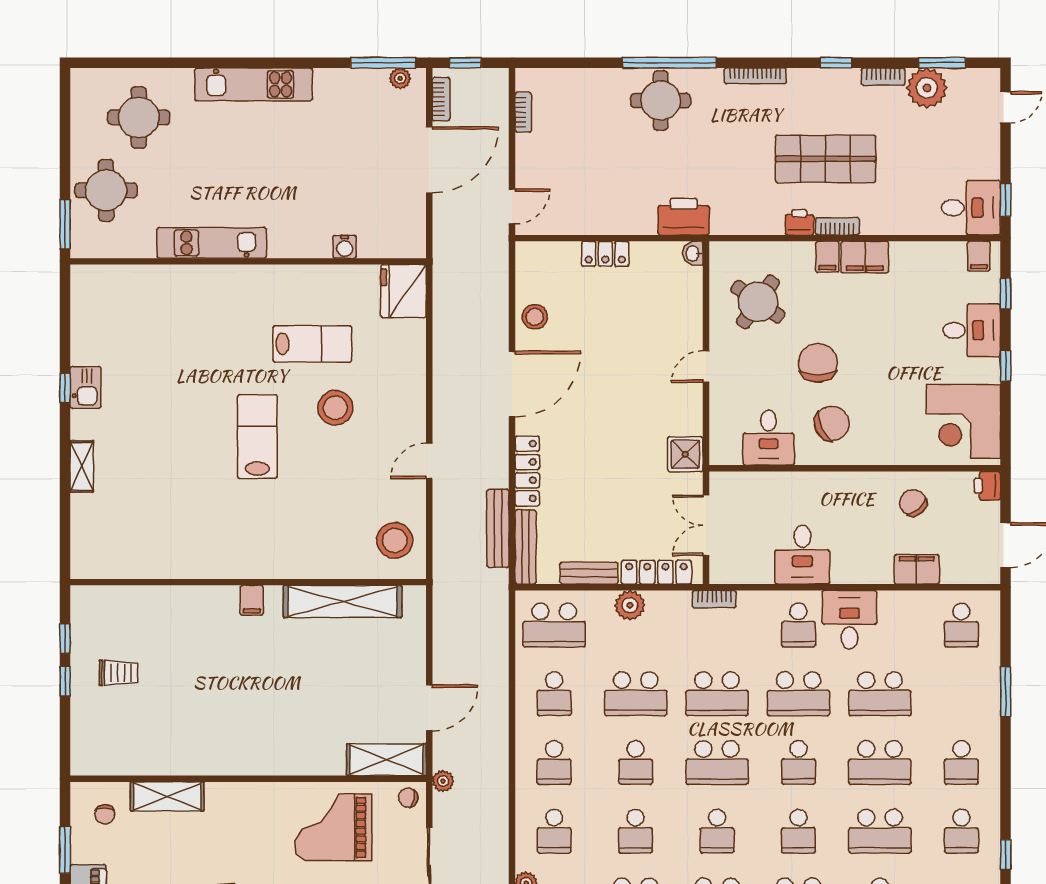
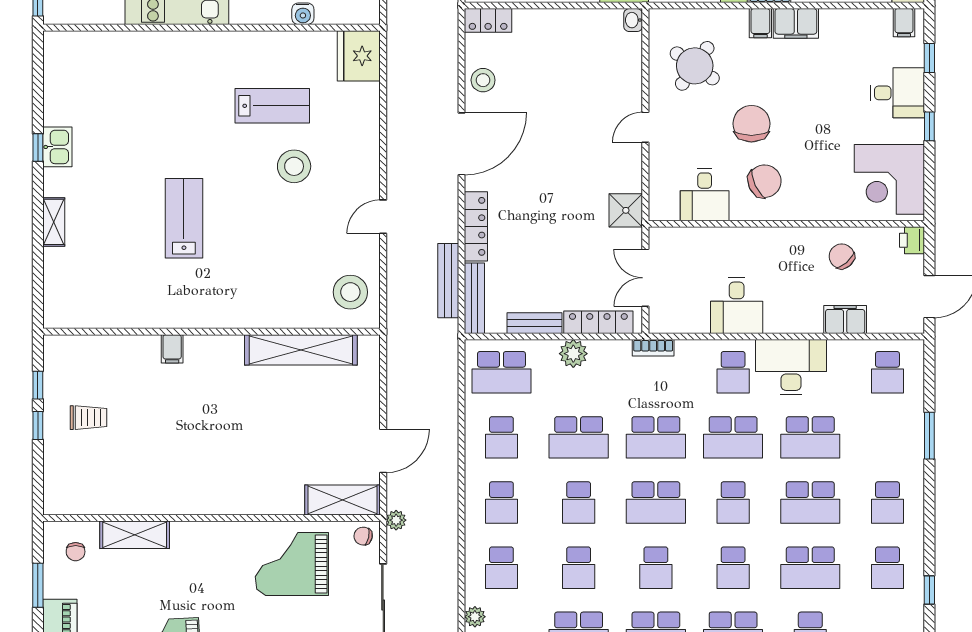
locker: (605, 254) -> (488, 20), moved
lab bench: (257, 437) -> (184, 218), moved
filing cabinet: (252, 600) -> (172, 349), moved
desk: (849, 620) -> (791, 367), width x1.37

